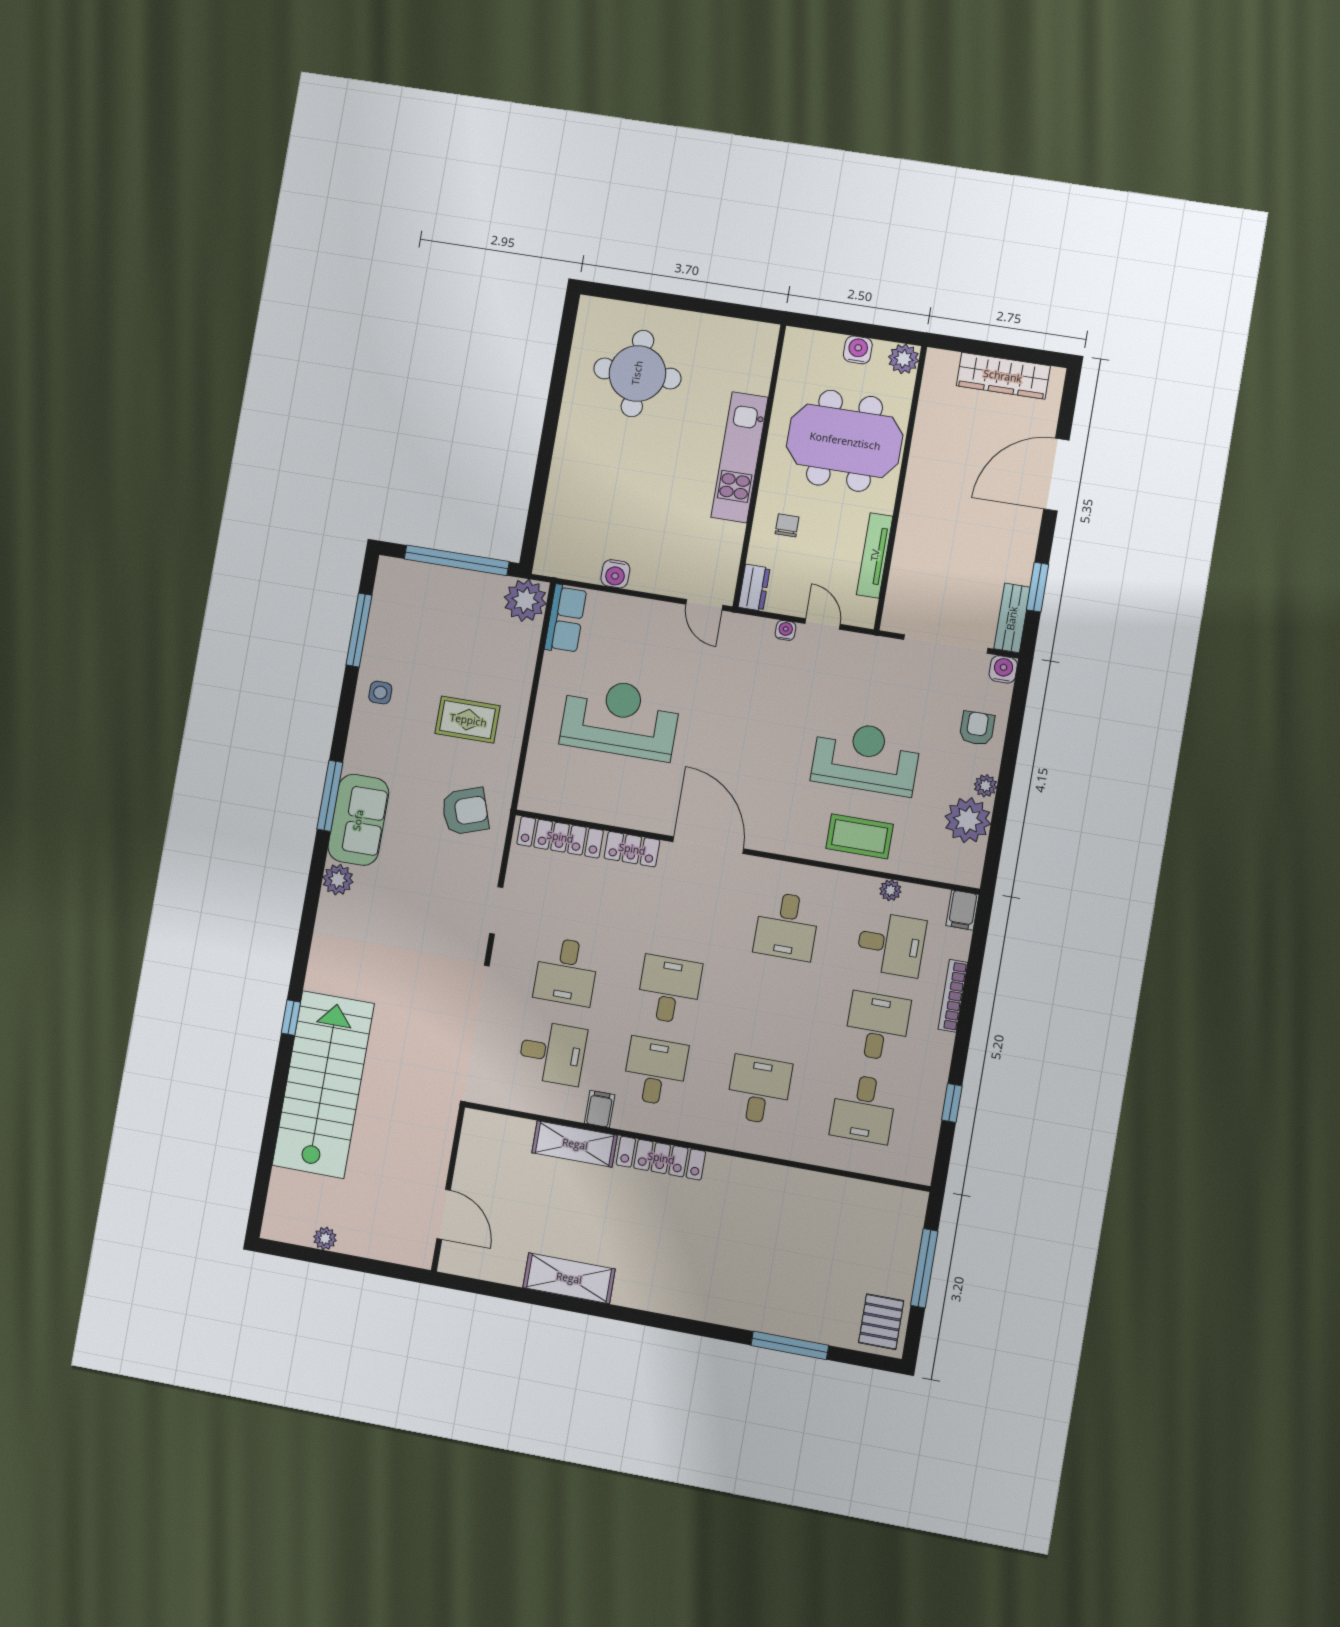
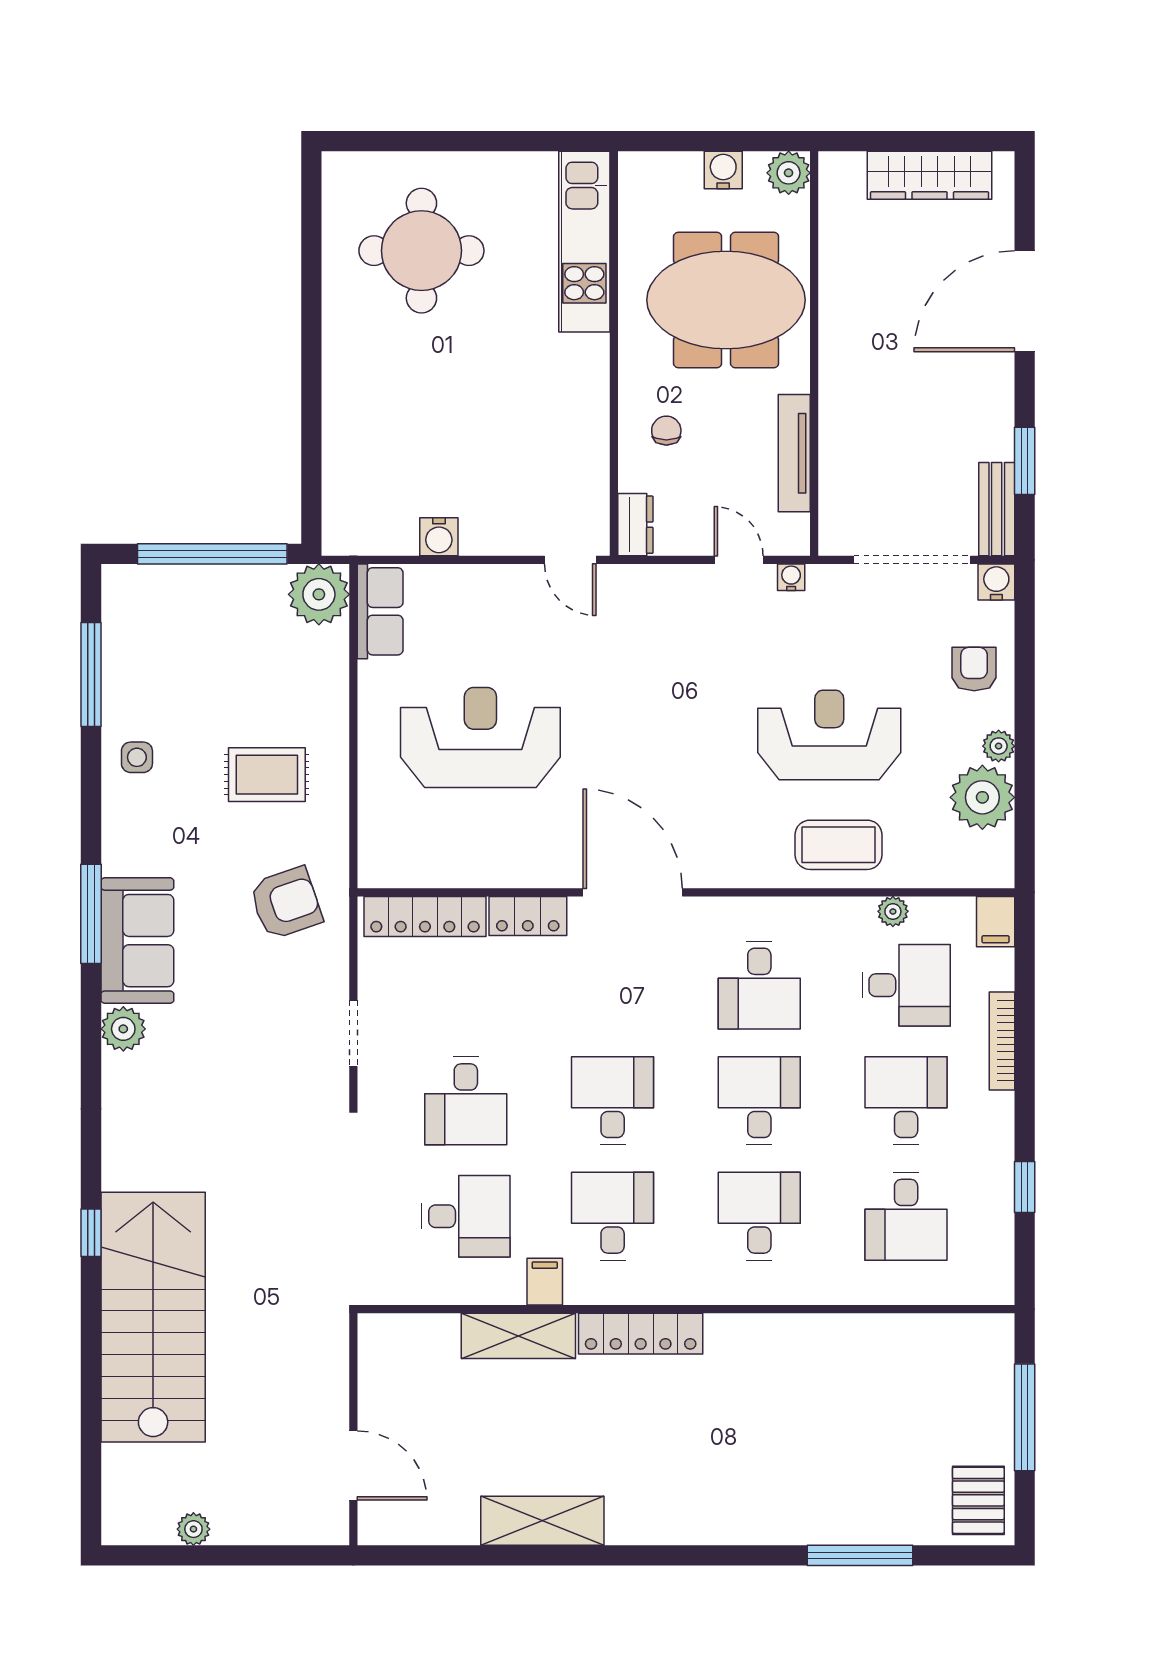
kitchen unit: (740, 457) -> (584, 242), moved
water cooler: (786, 630) -> (791, 577), moved
desk: (773, 1008) -> (759, 1101), added

